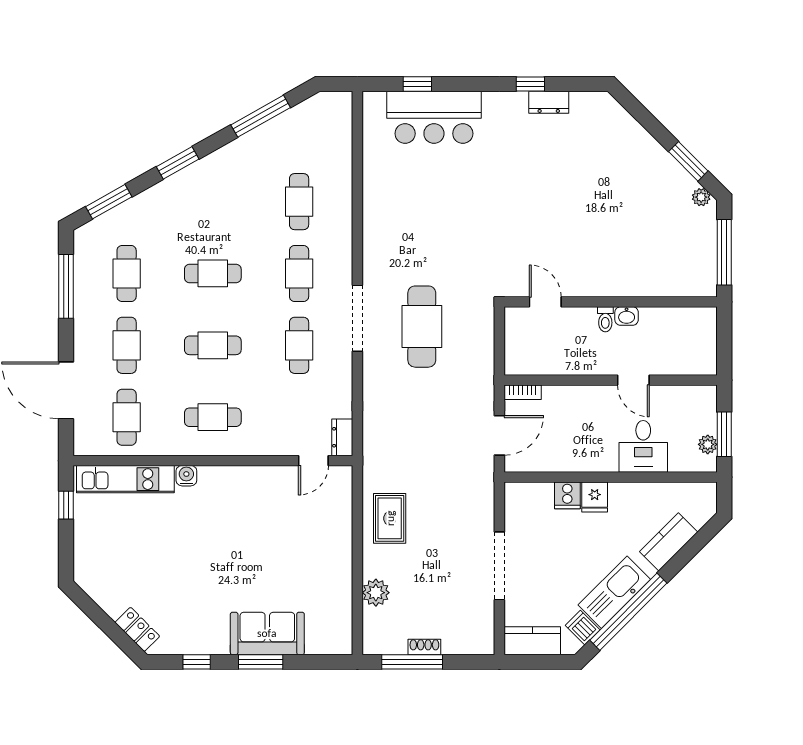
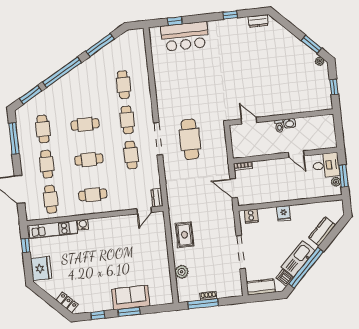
dresser: (549, 102) -> (258, 21), moved
window: (178, 163) -> (62, 72), width x2.11
window: (724, 252) -> (334, 87), width x0.46
door: (499, 435) -> (234, 188), swing flipped
desk: (643, 446) -> (326, 165), moved, turned -90
cooker: (567, 495) -> (251, 216), moved
fridge: (92, 555) -> (41, 269), added

